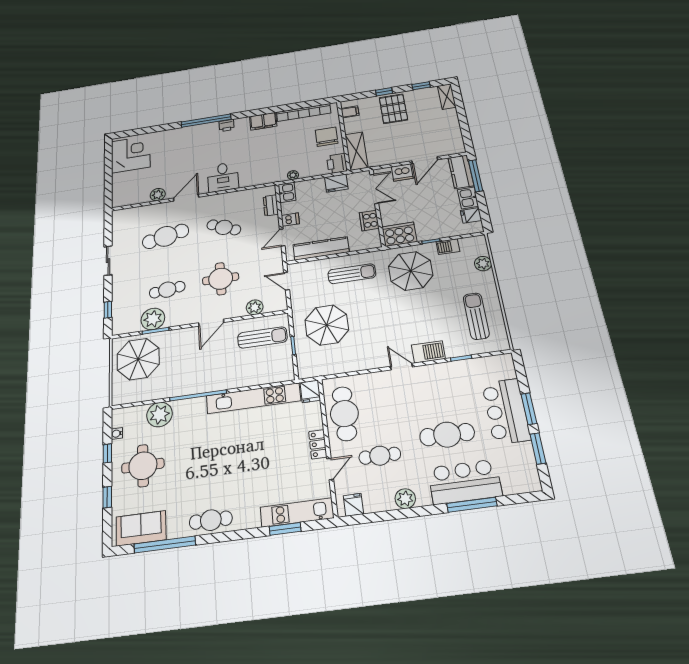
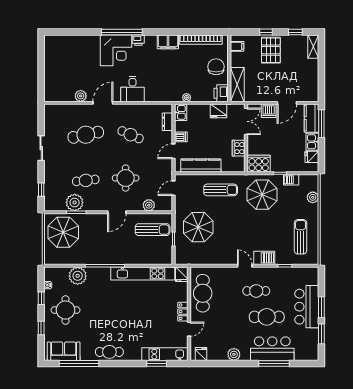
corner desk: (131, 154) -> (116, 50), moved, turned 90
door: (287, 281) -> (173, 188), hinge flipped
cafe table: (380, 456) -> (256, 291), moved

